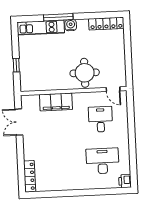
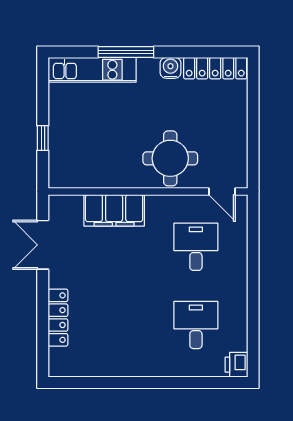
water cooler: (71, 25) -> (170, 68), moved
desk: (102, 161) -> (196, 325), width x0.73
locker: (30, 176) -> (58, 318), moved

